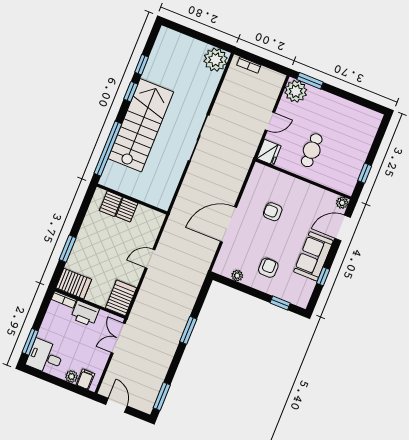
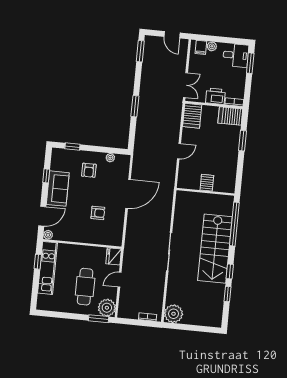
cafe table: (312, 150) -> (85, 287), moved, width x1.37, depth x1.35
kitchen unit: (355, 162) -> (47, 268), added
server rack: (111, 204) -> (220, 184), removed

